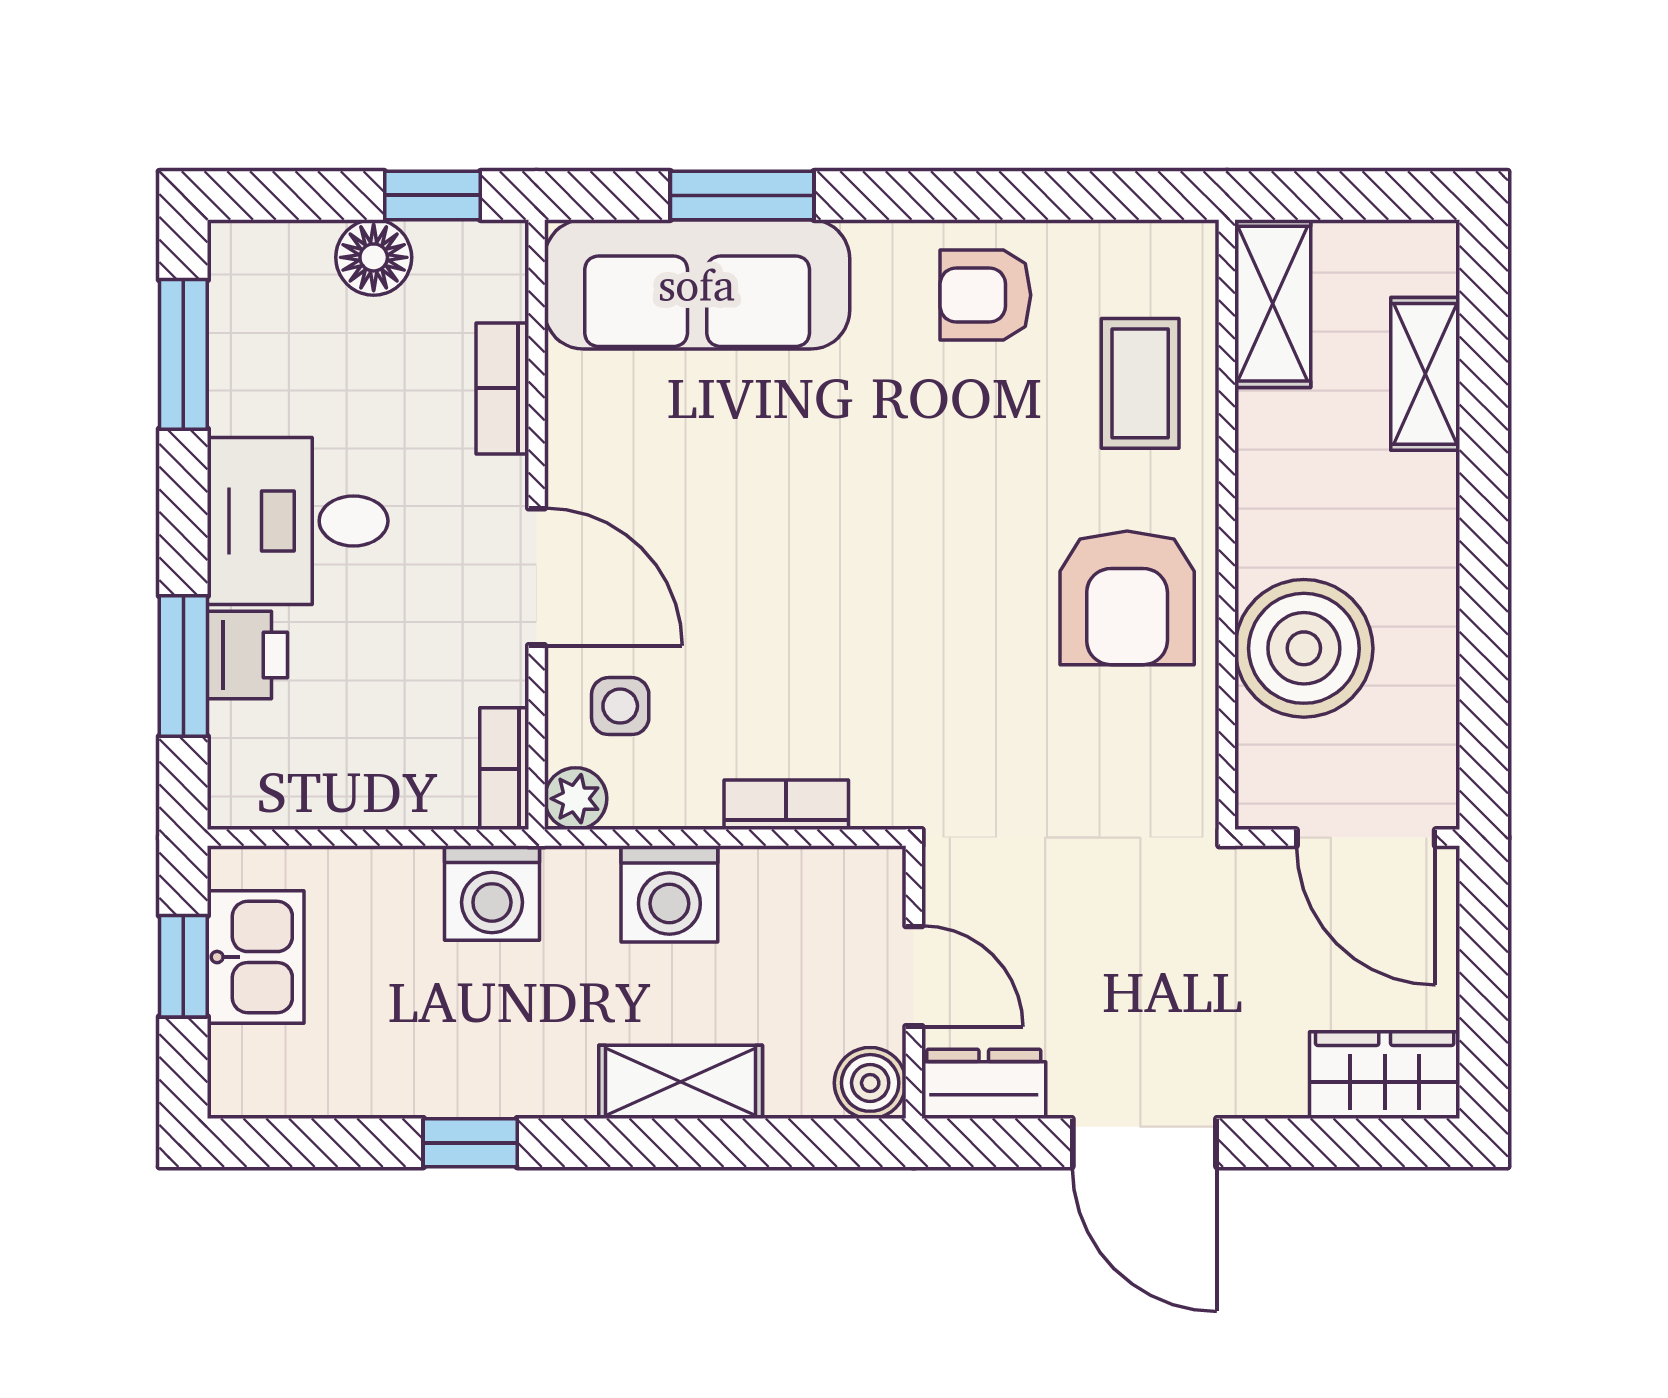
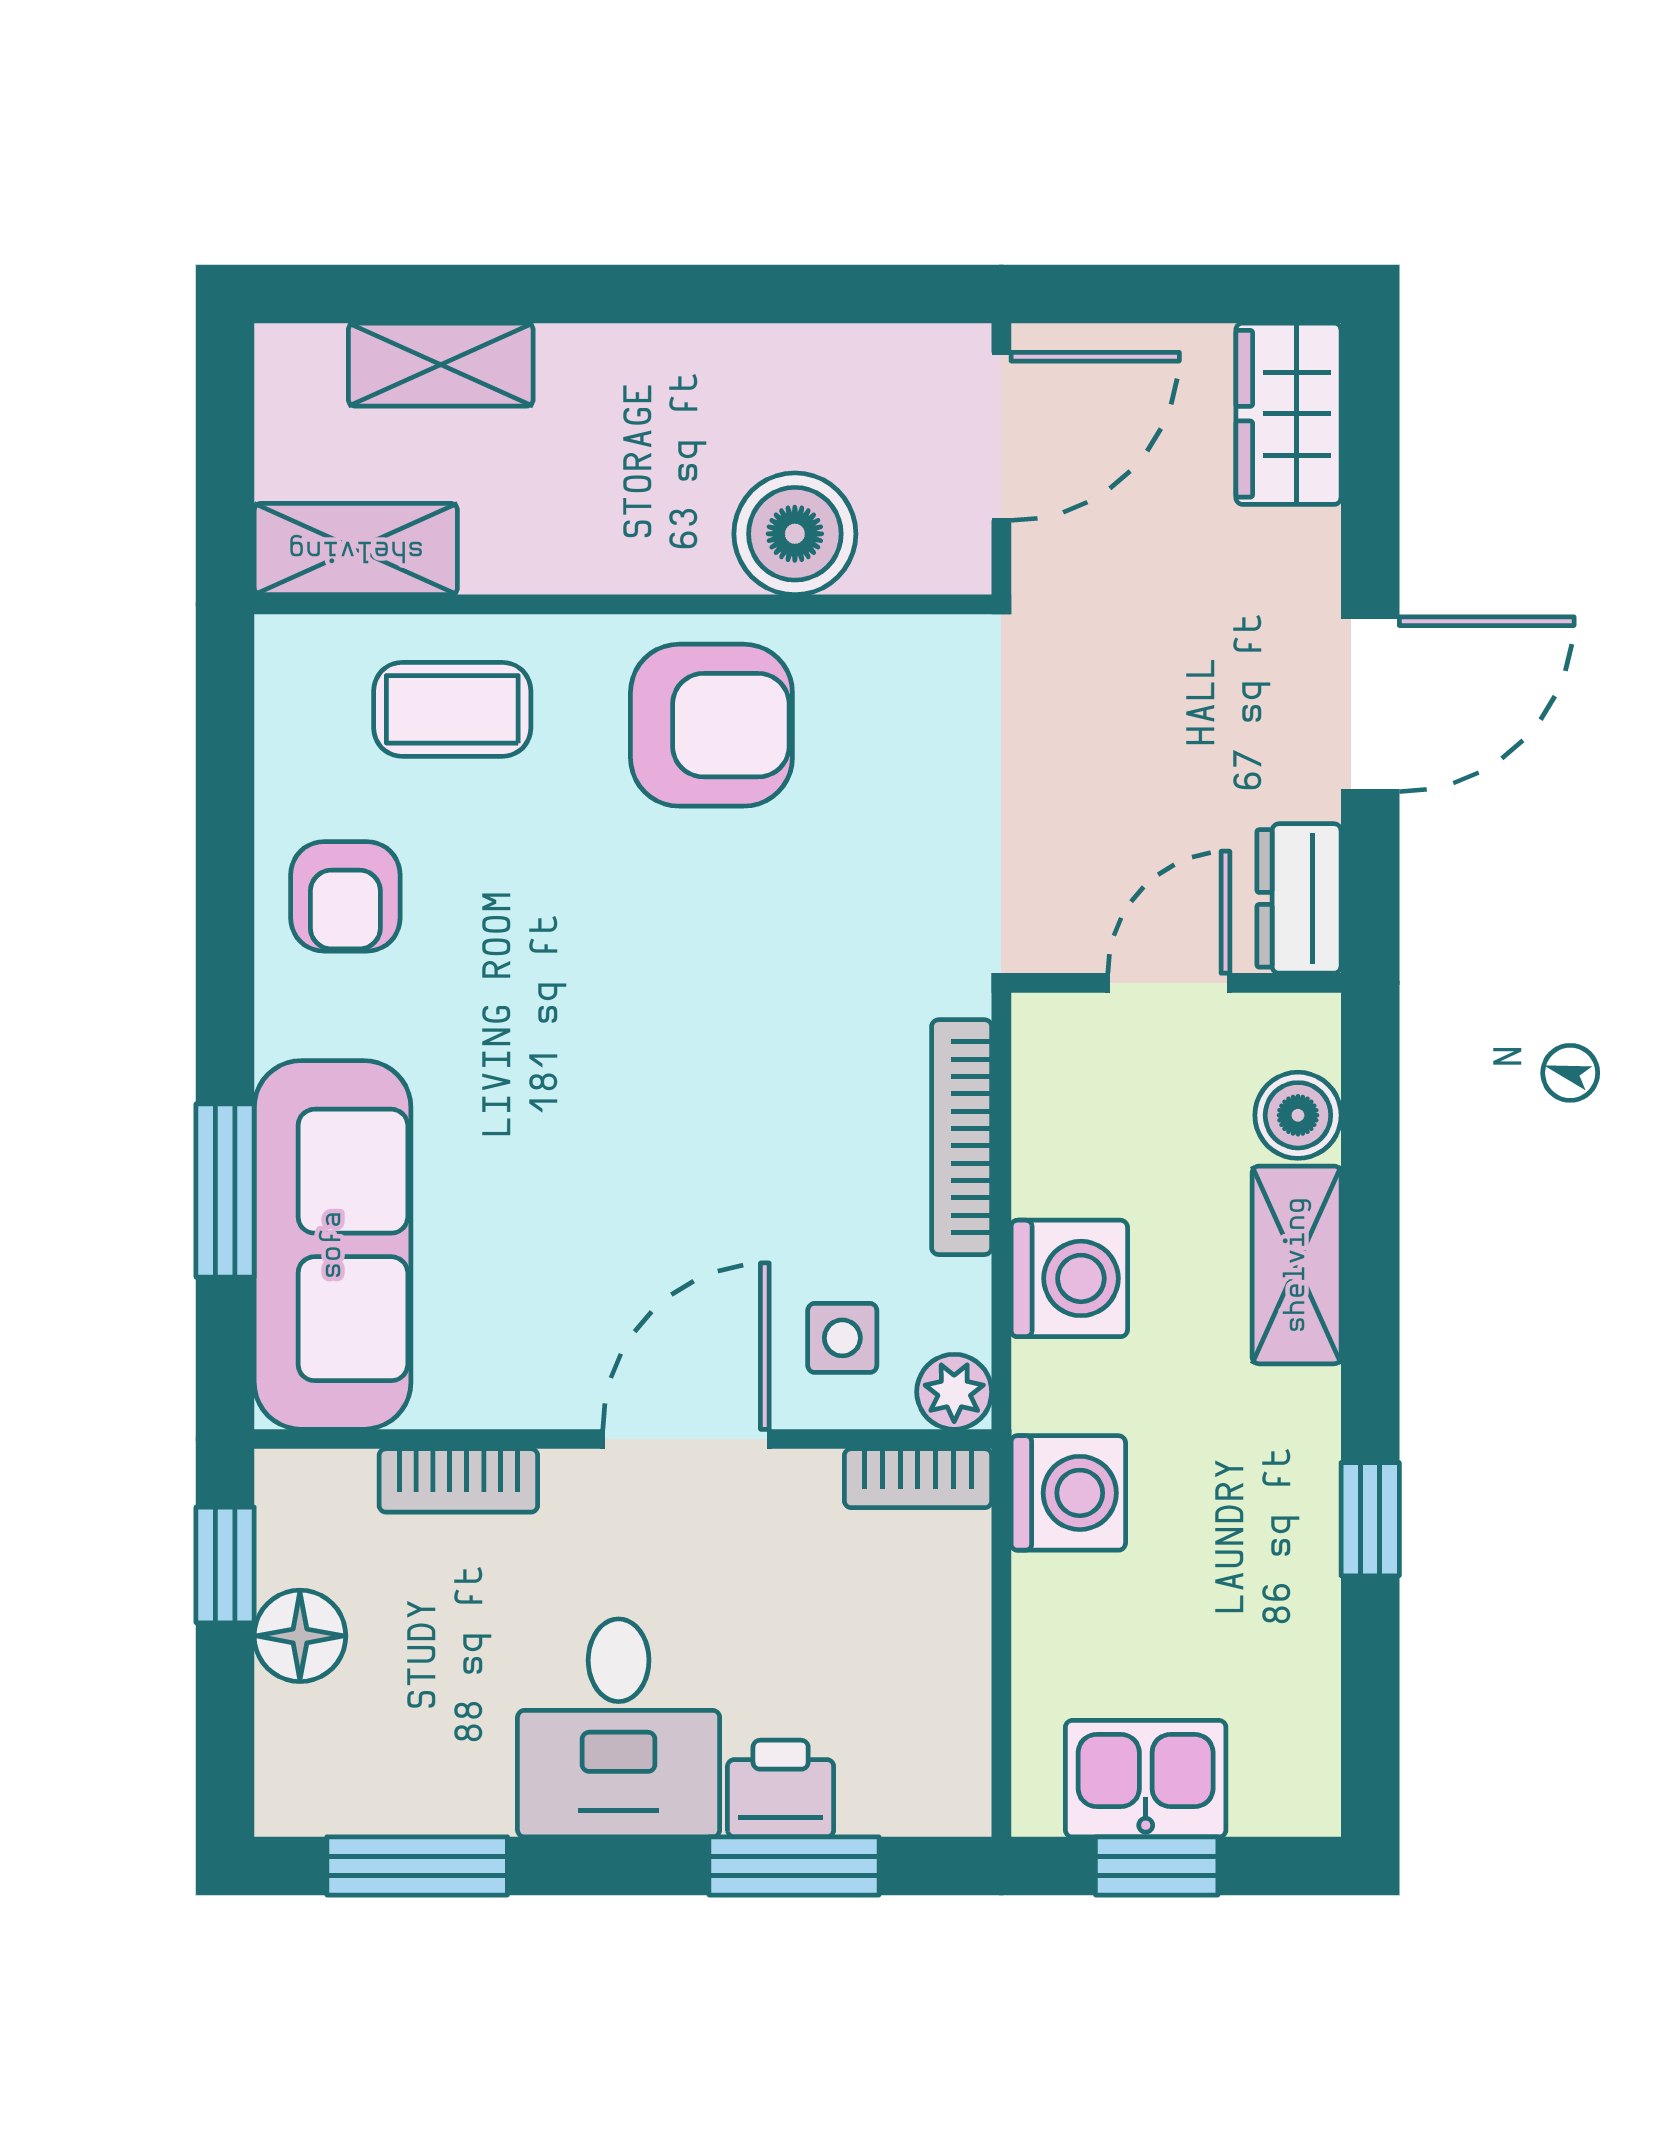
boiler: (1304, 648) -> (795, 534), width x0.73, depth x0.73
bookcase: (786, 805) -> (962, 1137), width x1.56
boiler: (870, 1083) -> (1298, 1115), moved

